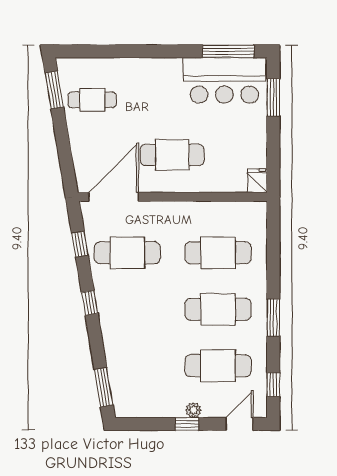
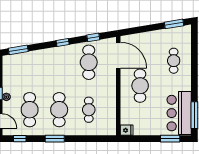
cafe table: (92, 100) -> (174, 61), moved
cafe table: (218, 253) -> (89, 110), width x0.73, depth x0.74

